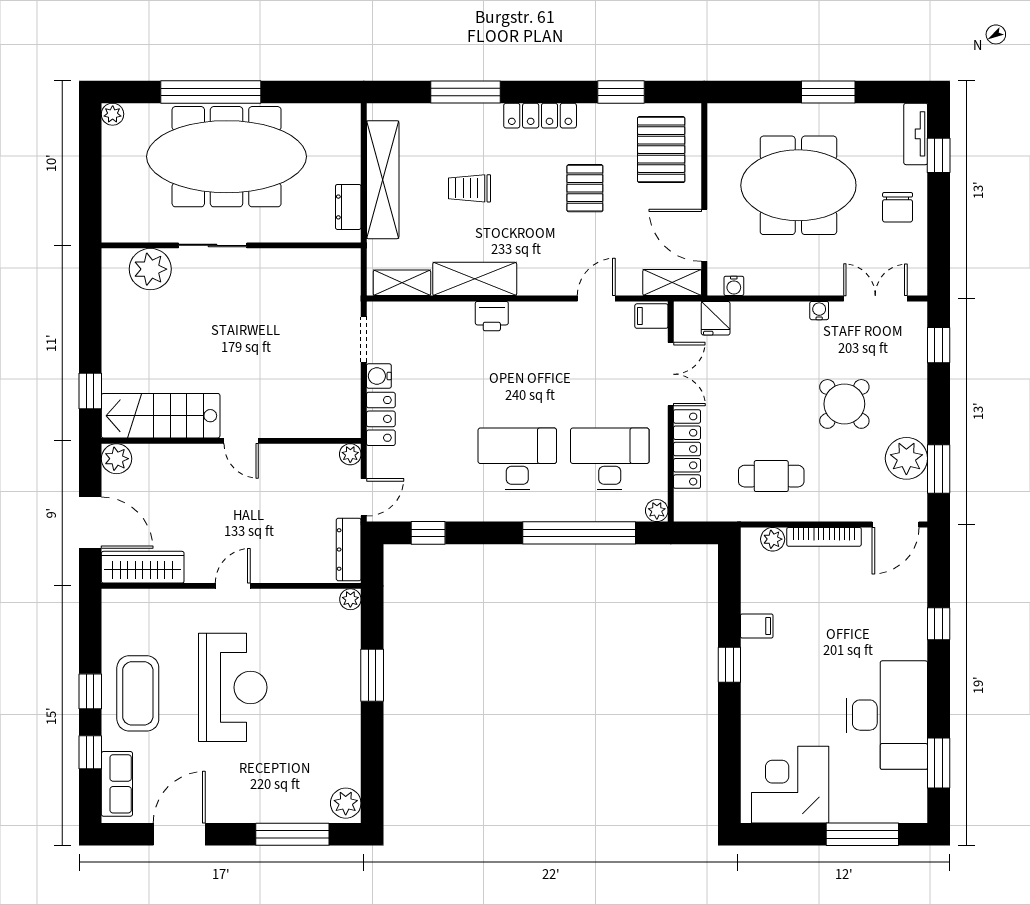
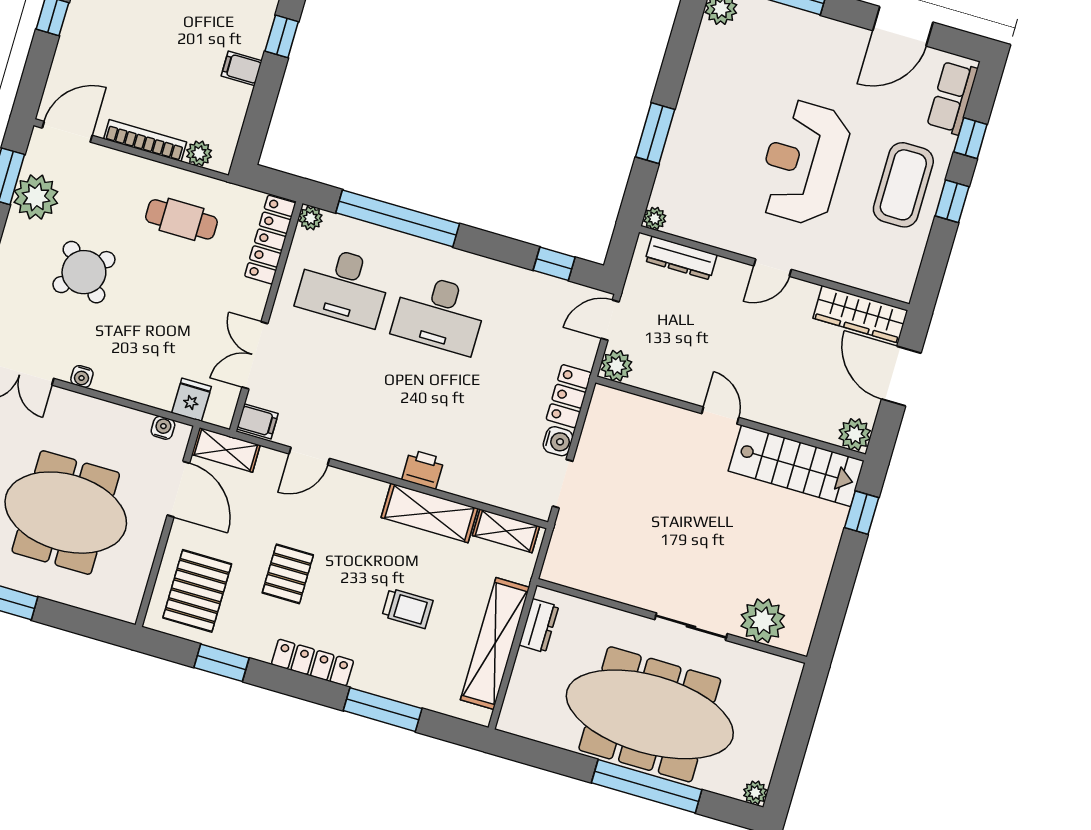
locker: (687, 449) -> (270, 240), moved
plant: (350, 454) -> (617, 366), width x1.38, depth x1.38
dresser: (349, 549) -> (681, 258), moved, turned 90

